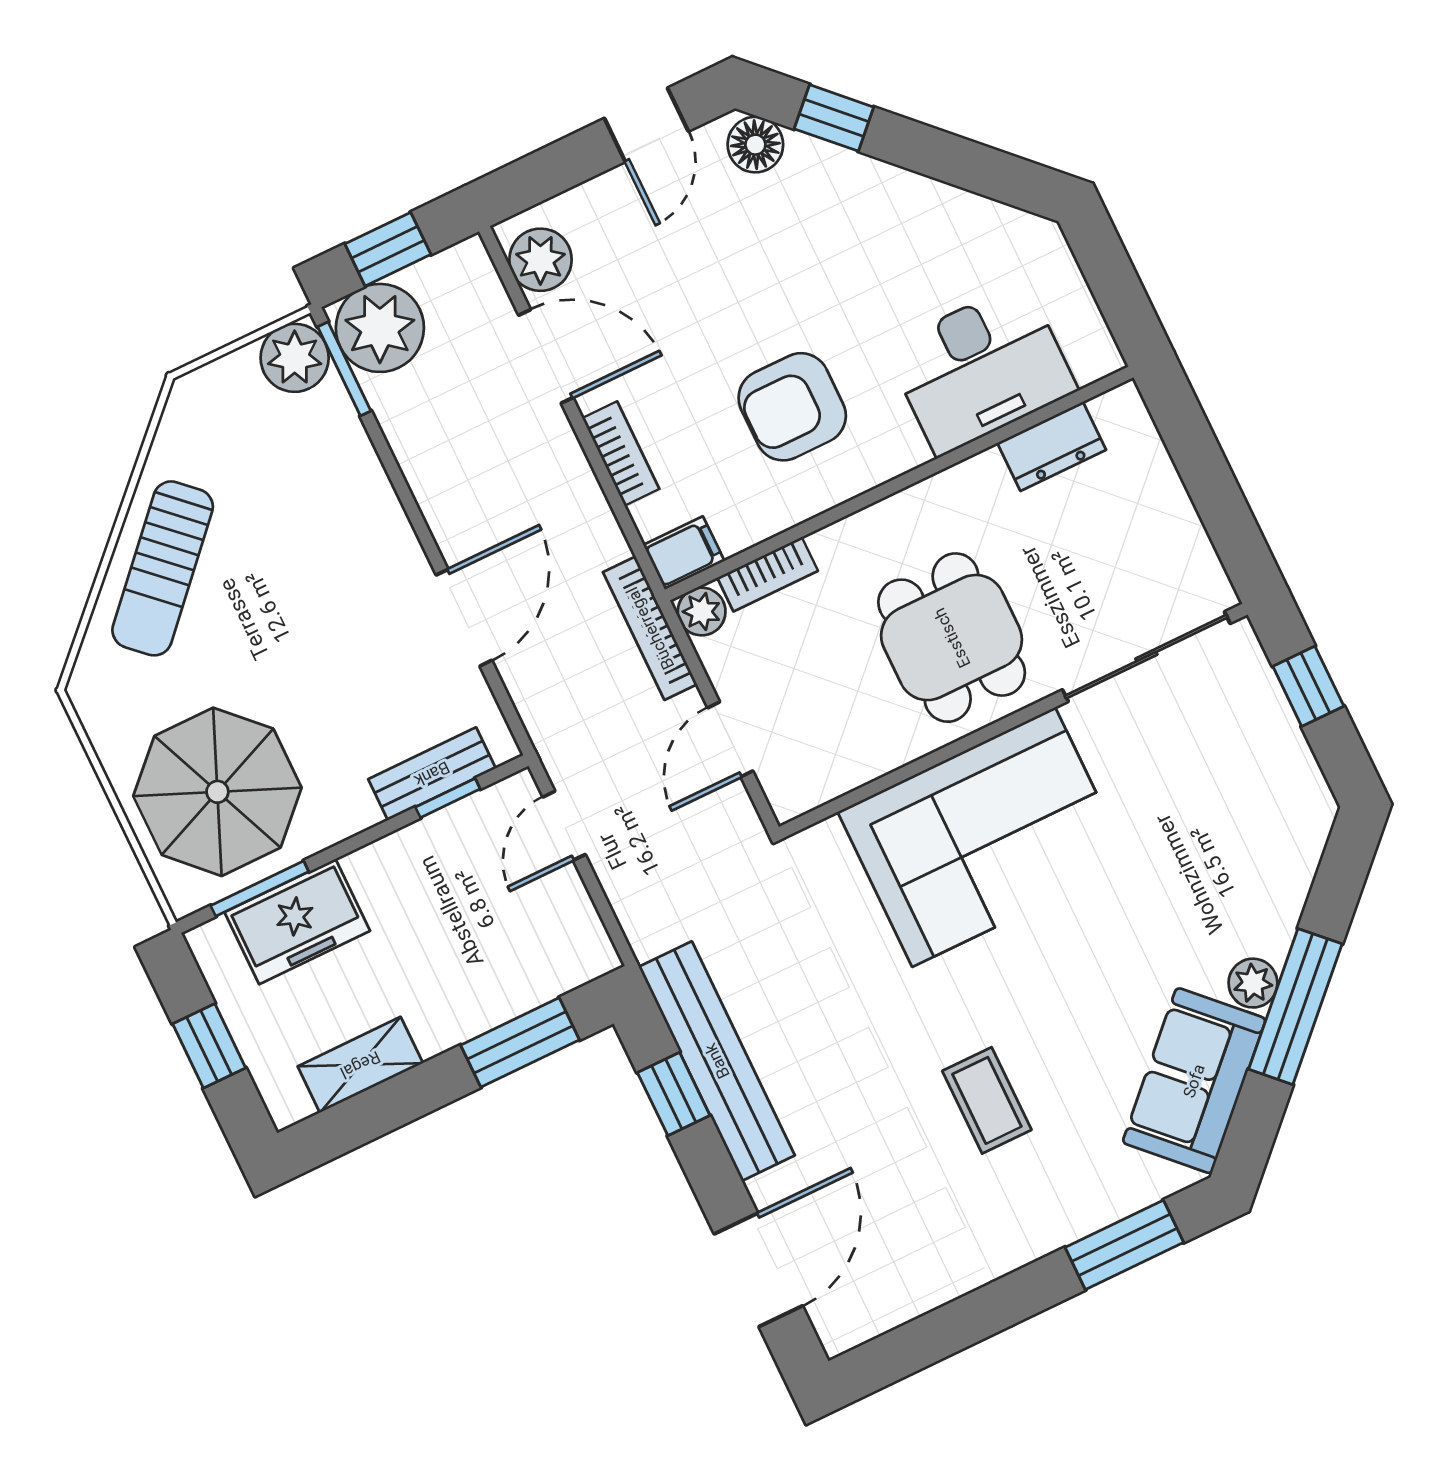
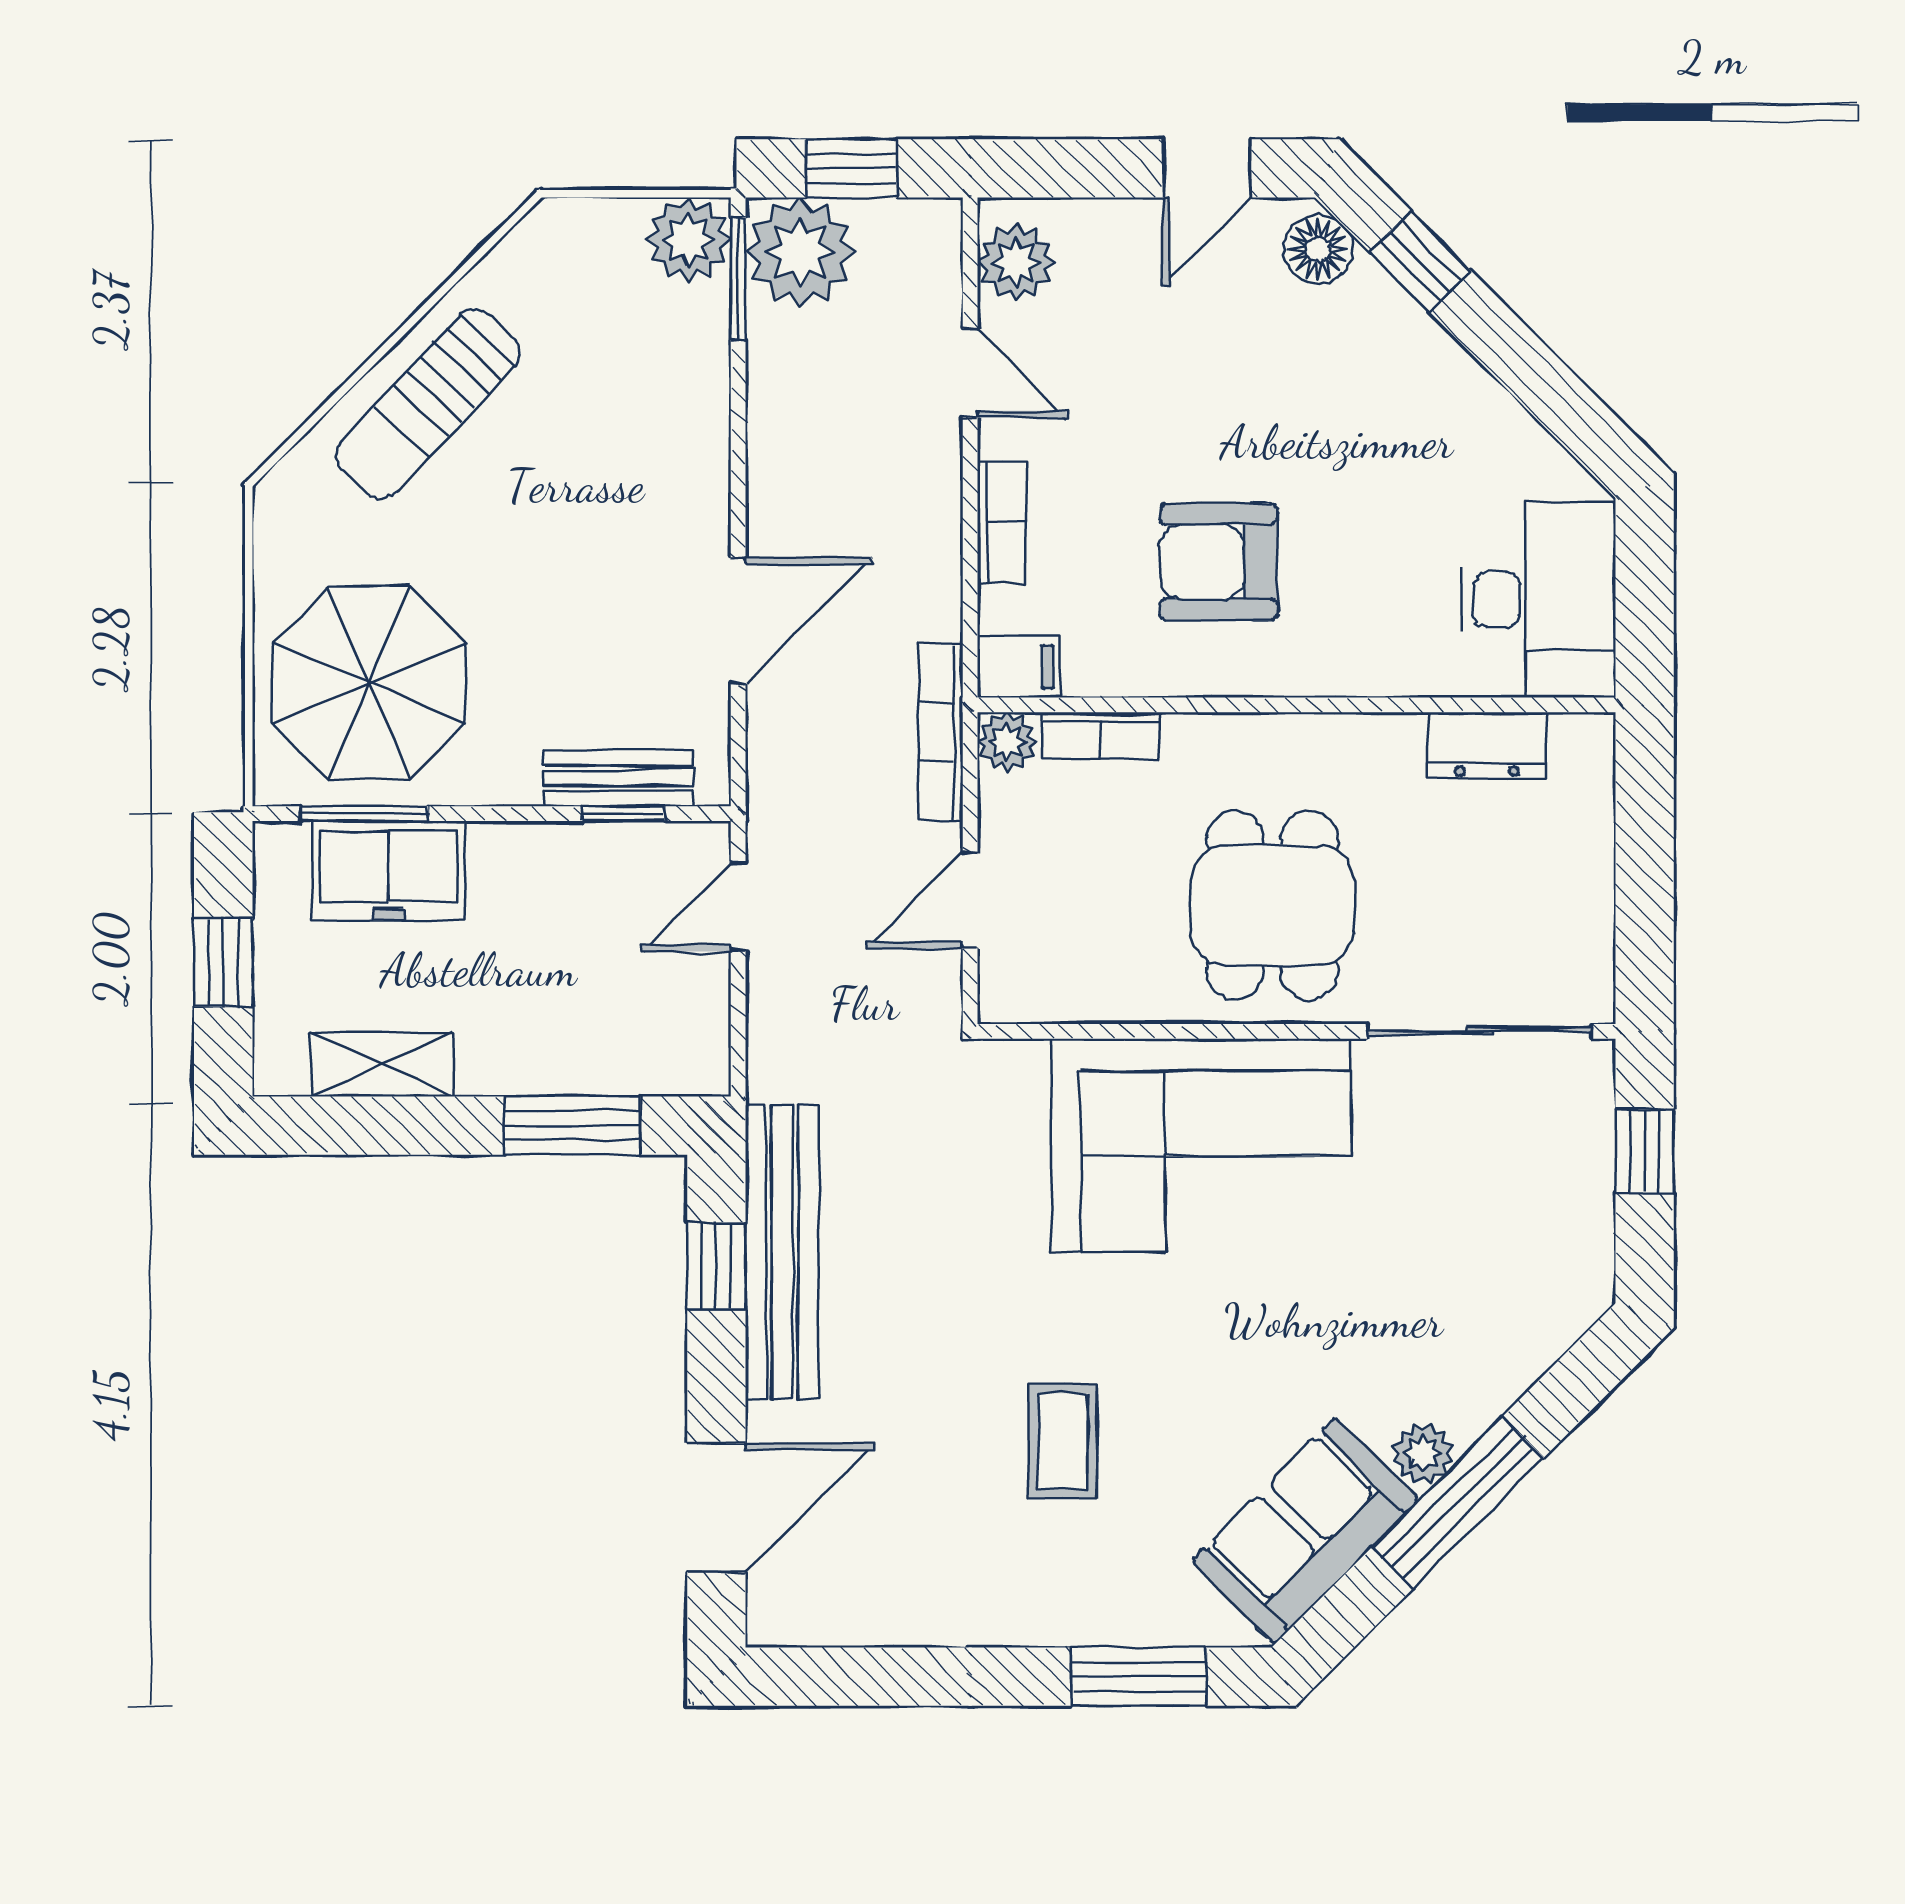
door: (546, 356) -> (970, 373), width x0.73
desk: (981, 368) -> (1538, 599), moved, turned -90

